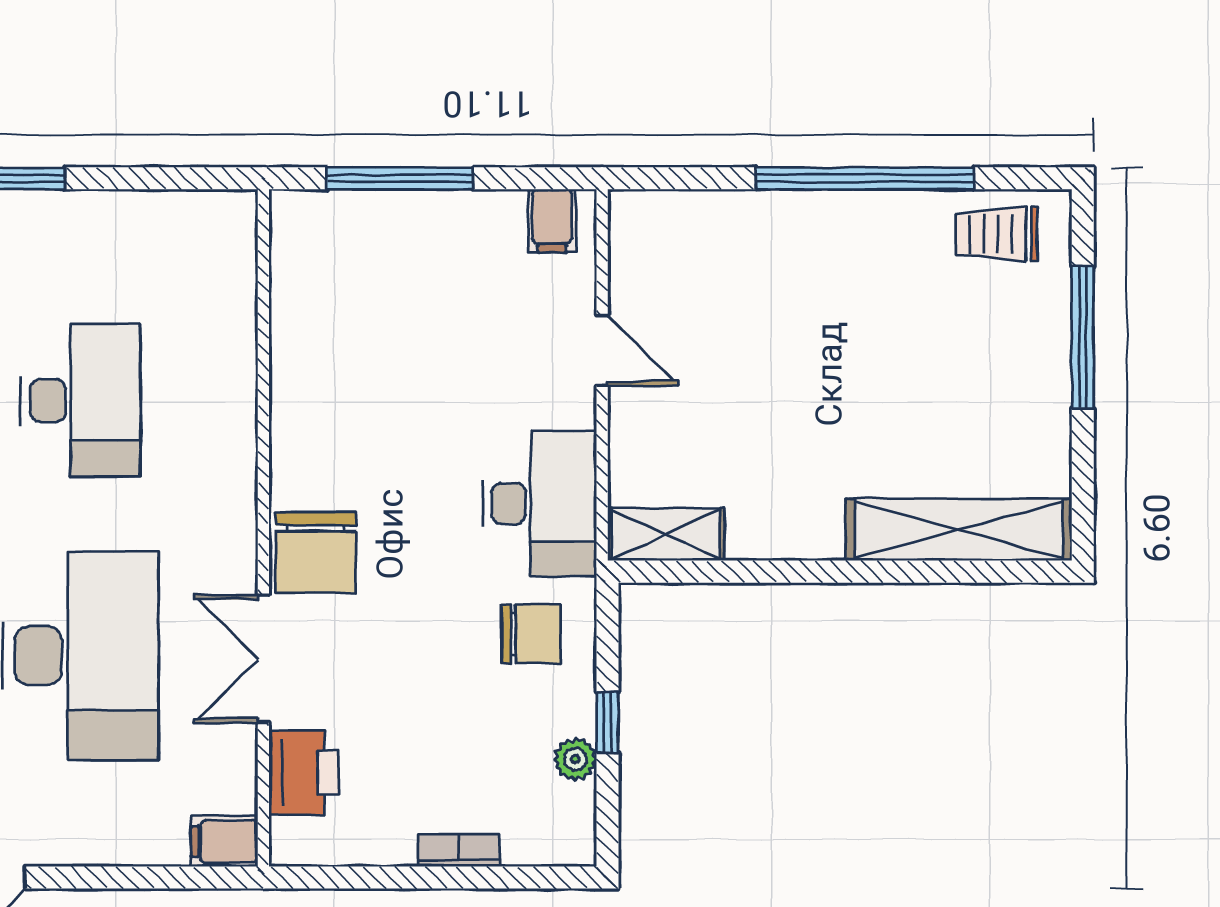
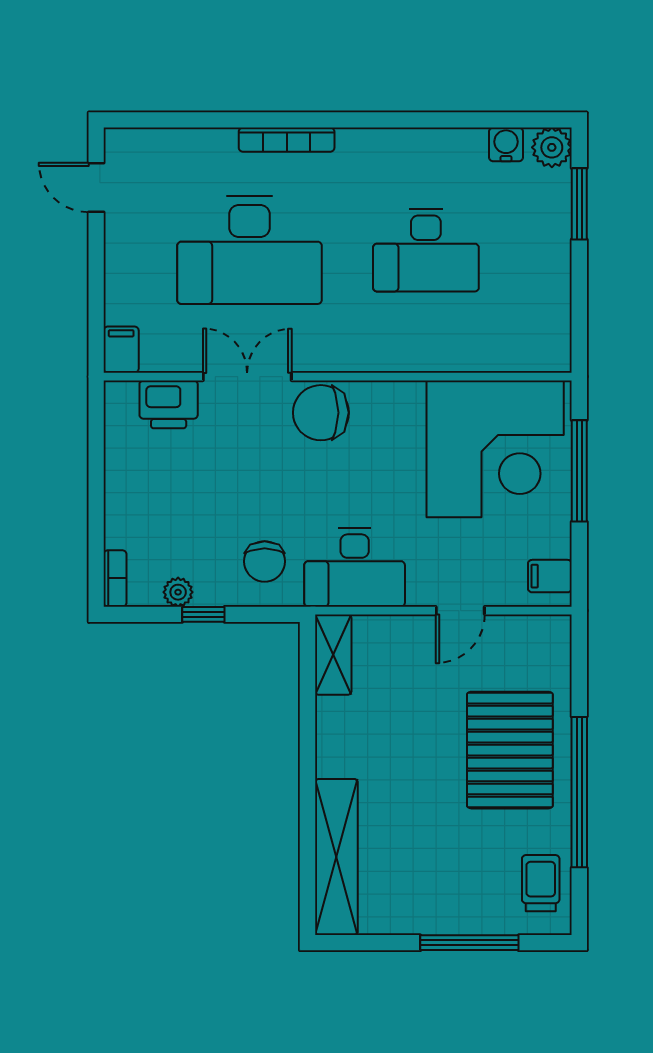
pallet: (804, 279) -> (510, 750), added
corner desk: (368, 300) -> (495, 449), added
bookcase: (459, 850) -> (115, 578), moved

